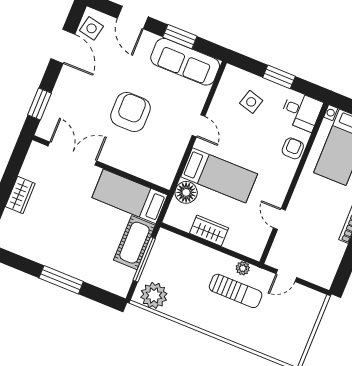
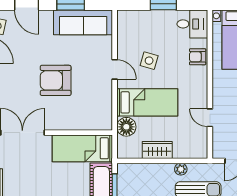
side table: (251, 102) -> (149, 61), moved
armchair: (131, 112) -> (56, 80), turned -90
armchair: (293, 148) -> (198, 57), turned -90
plant: (243, 268) -> (181, 169), moved

